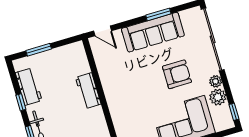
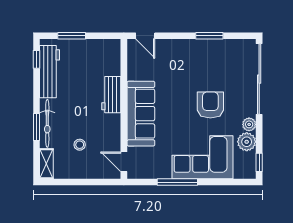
sofa: (153, 32) -> (141, 114), moved, turned -90
armchair: (177, 74) -> (210, 105), turned -90
workbench: (29, 87) -> (50, 72), width x1.38
window: (21, 102) -> (36, 59), moved

